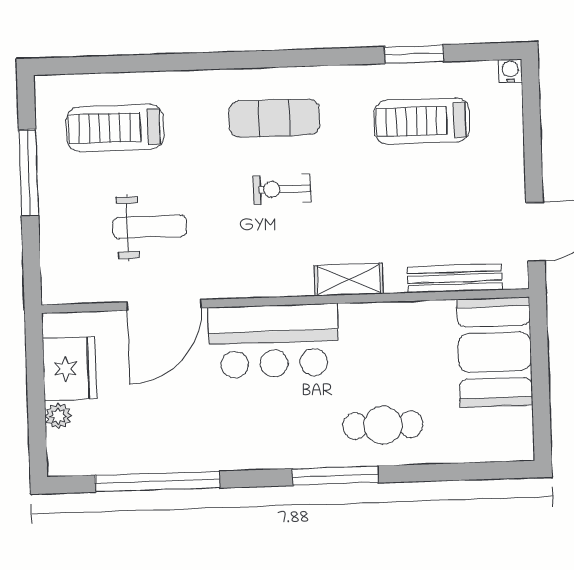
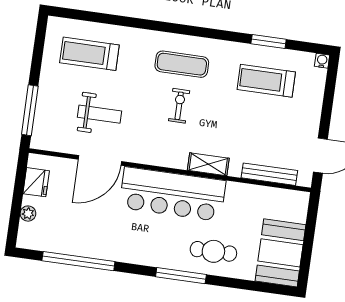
window: (29, 173) -> (30, 110), moved
exercise bike: (282, 189) -> (179, 106), turned 90
bar counter: (273, 341) -> (173, 194), width x1.36
booth: (495, 352) -> (280, 253), moved
fridge: (70, 369) -> (36, 182), width x0.73, depth x0.75

